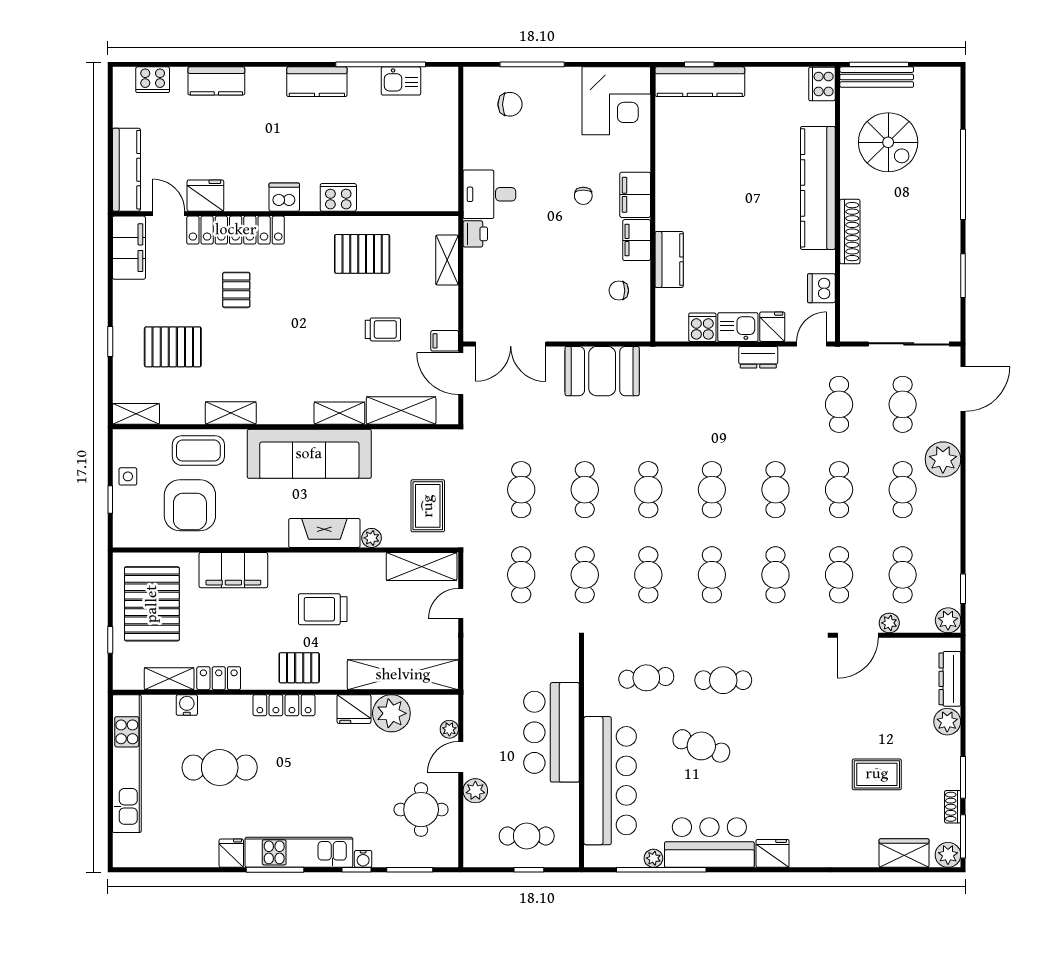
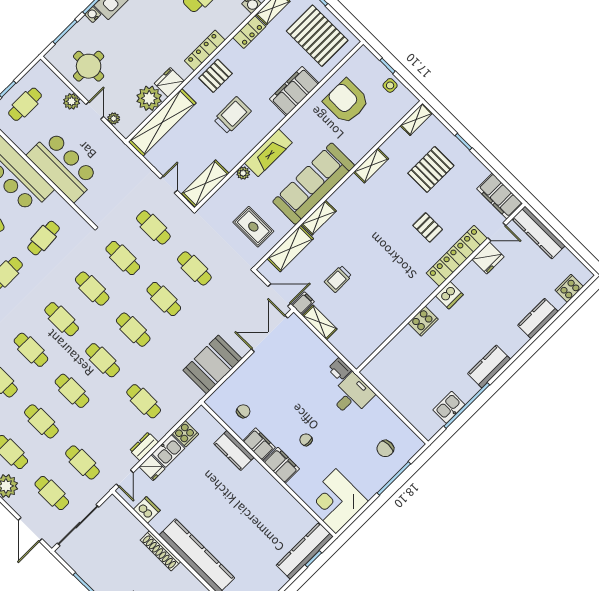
pallet: (362, 254) -> (384, 305), removed
shelving: (447, 260) -> (320, 322), moved
cafe table: (712, 404) -> (144, 401), added
coffee table: (198, 451) -> (369, 132), removed
rug: (428, 506) -> (253, 227), moved

